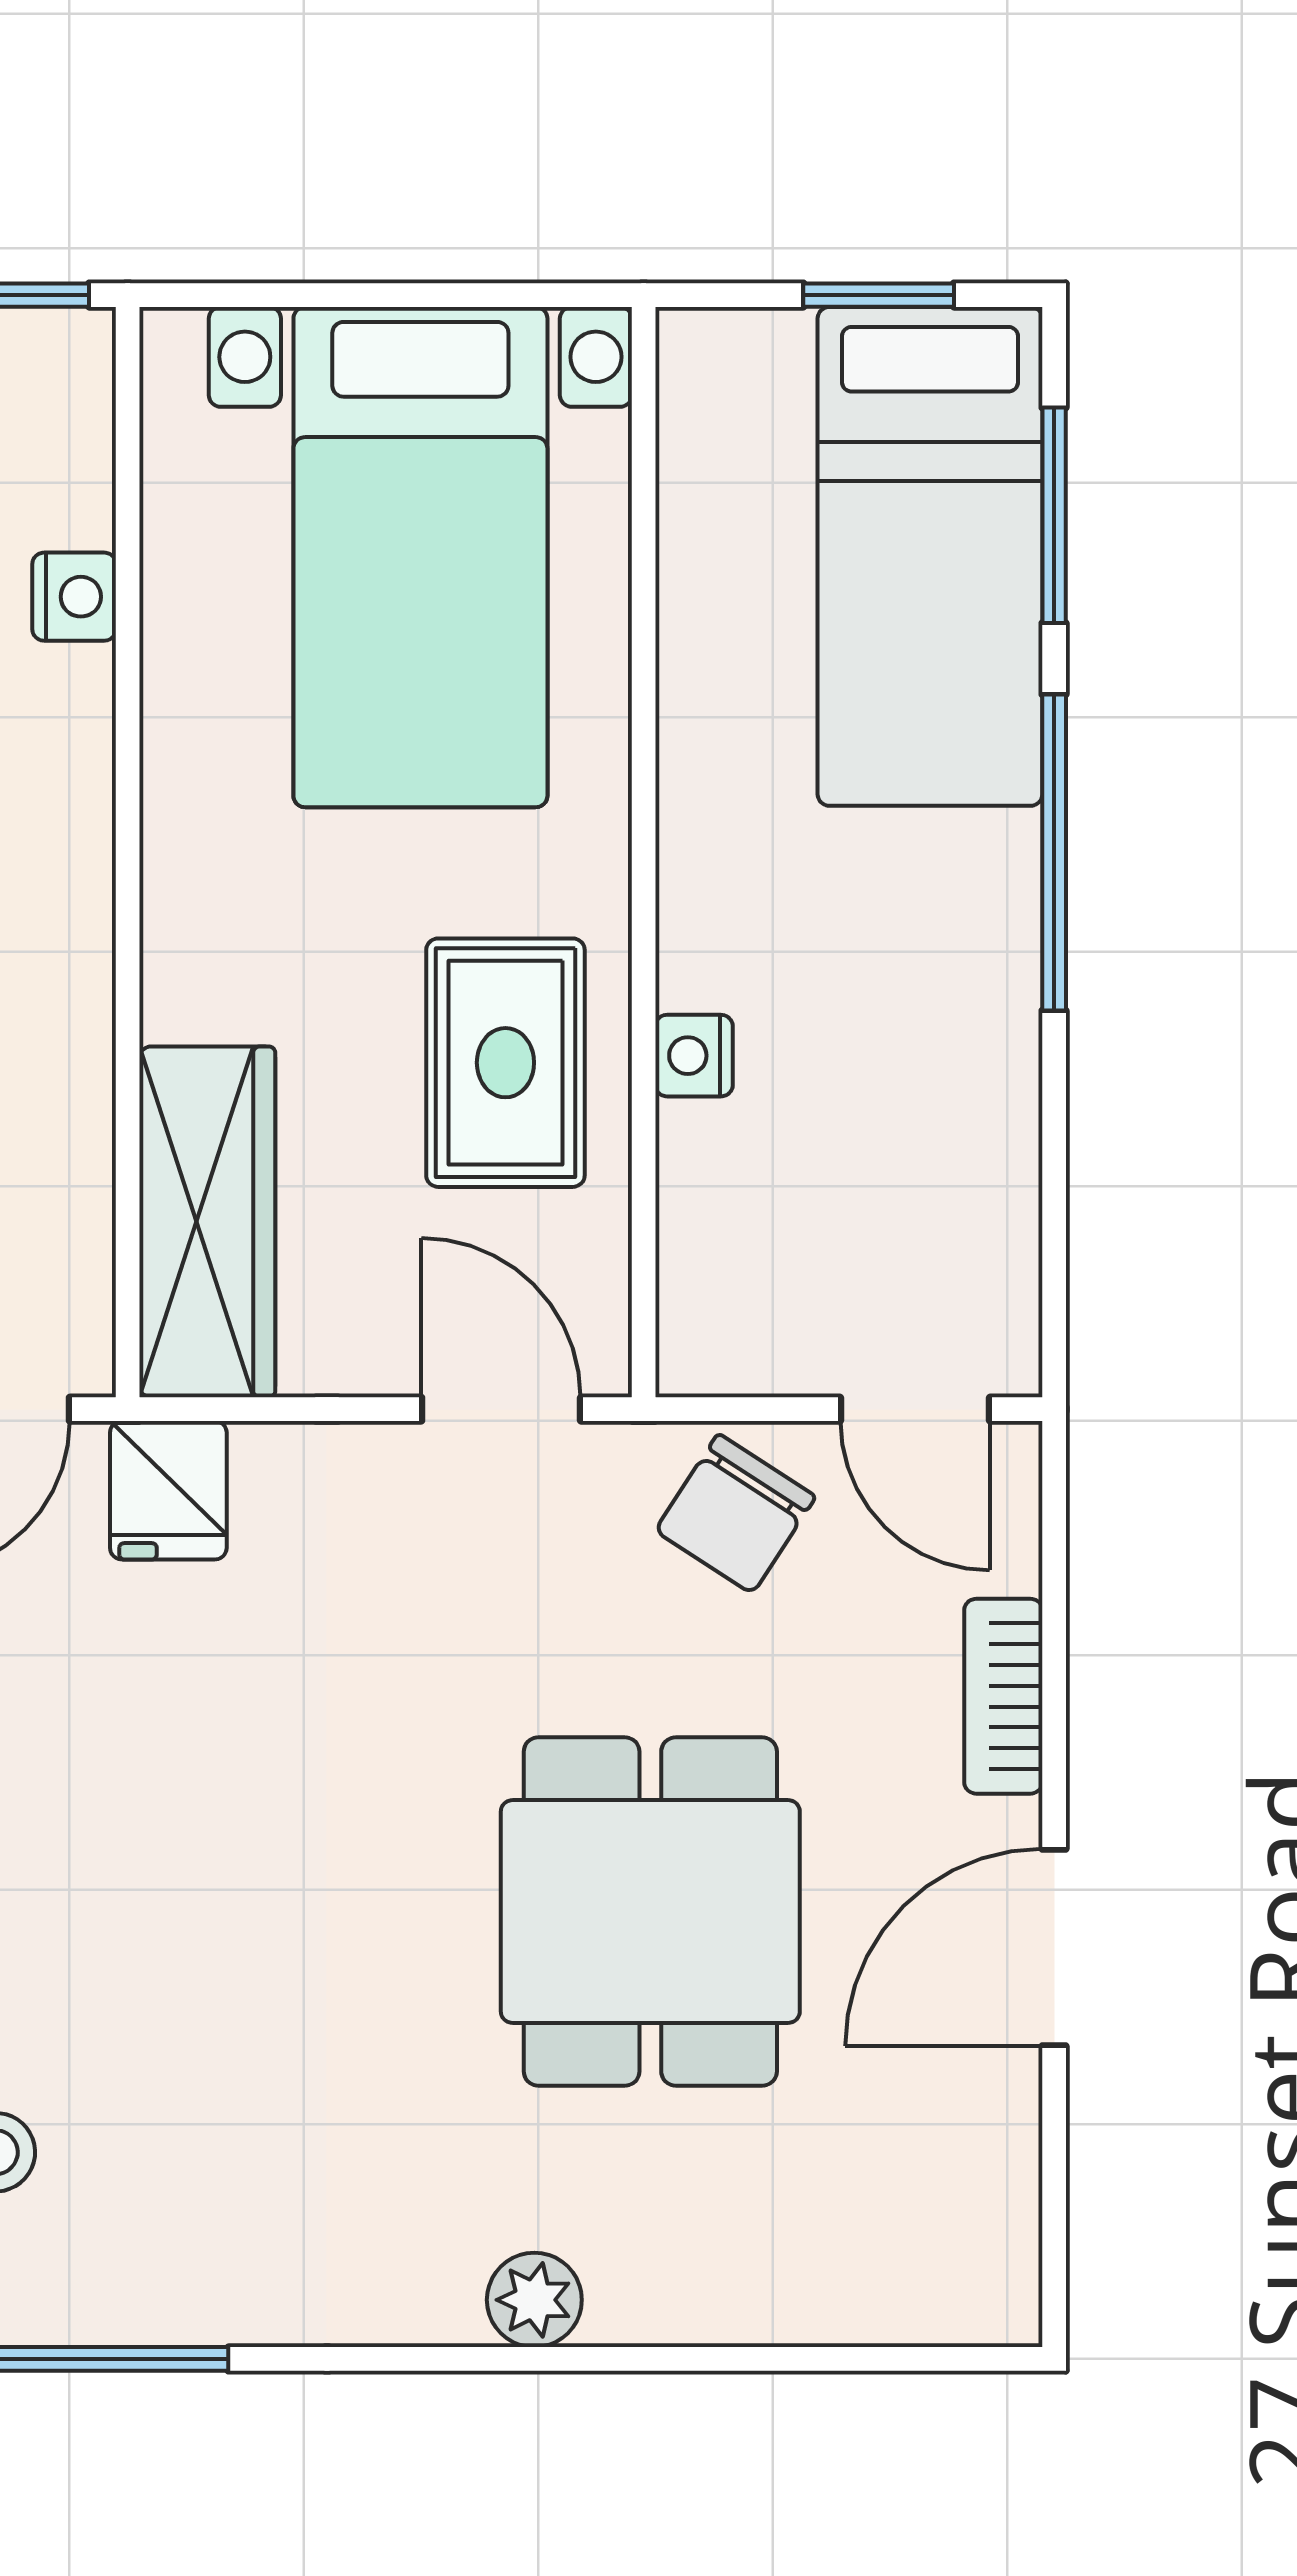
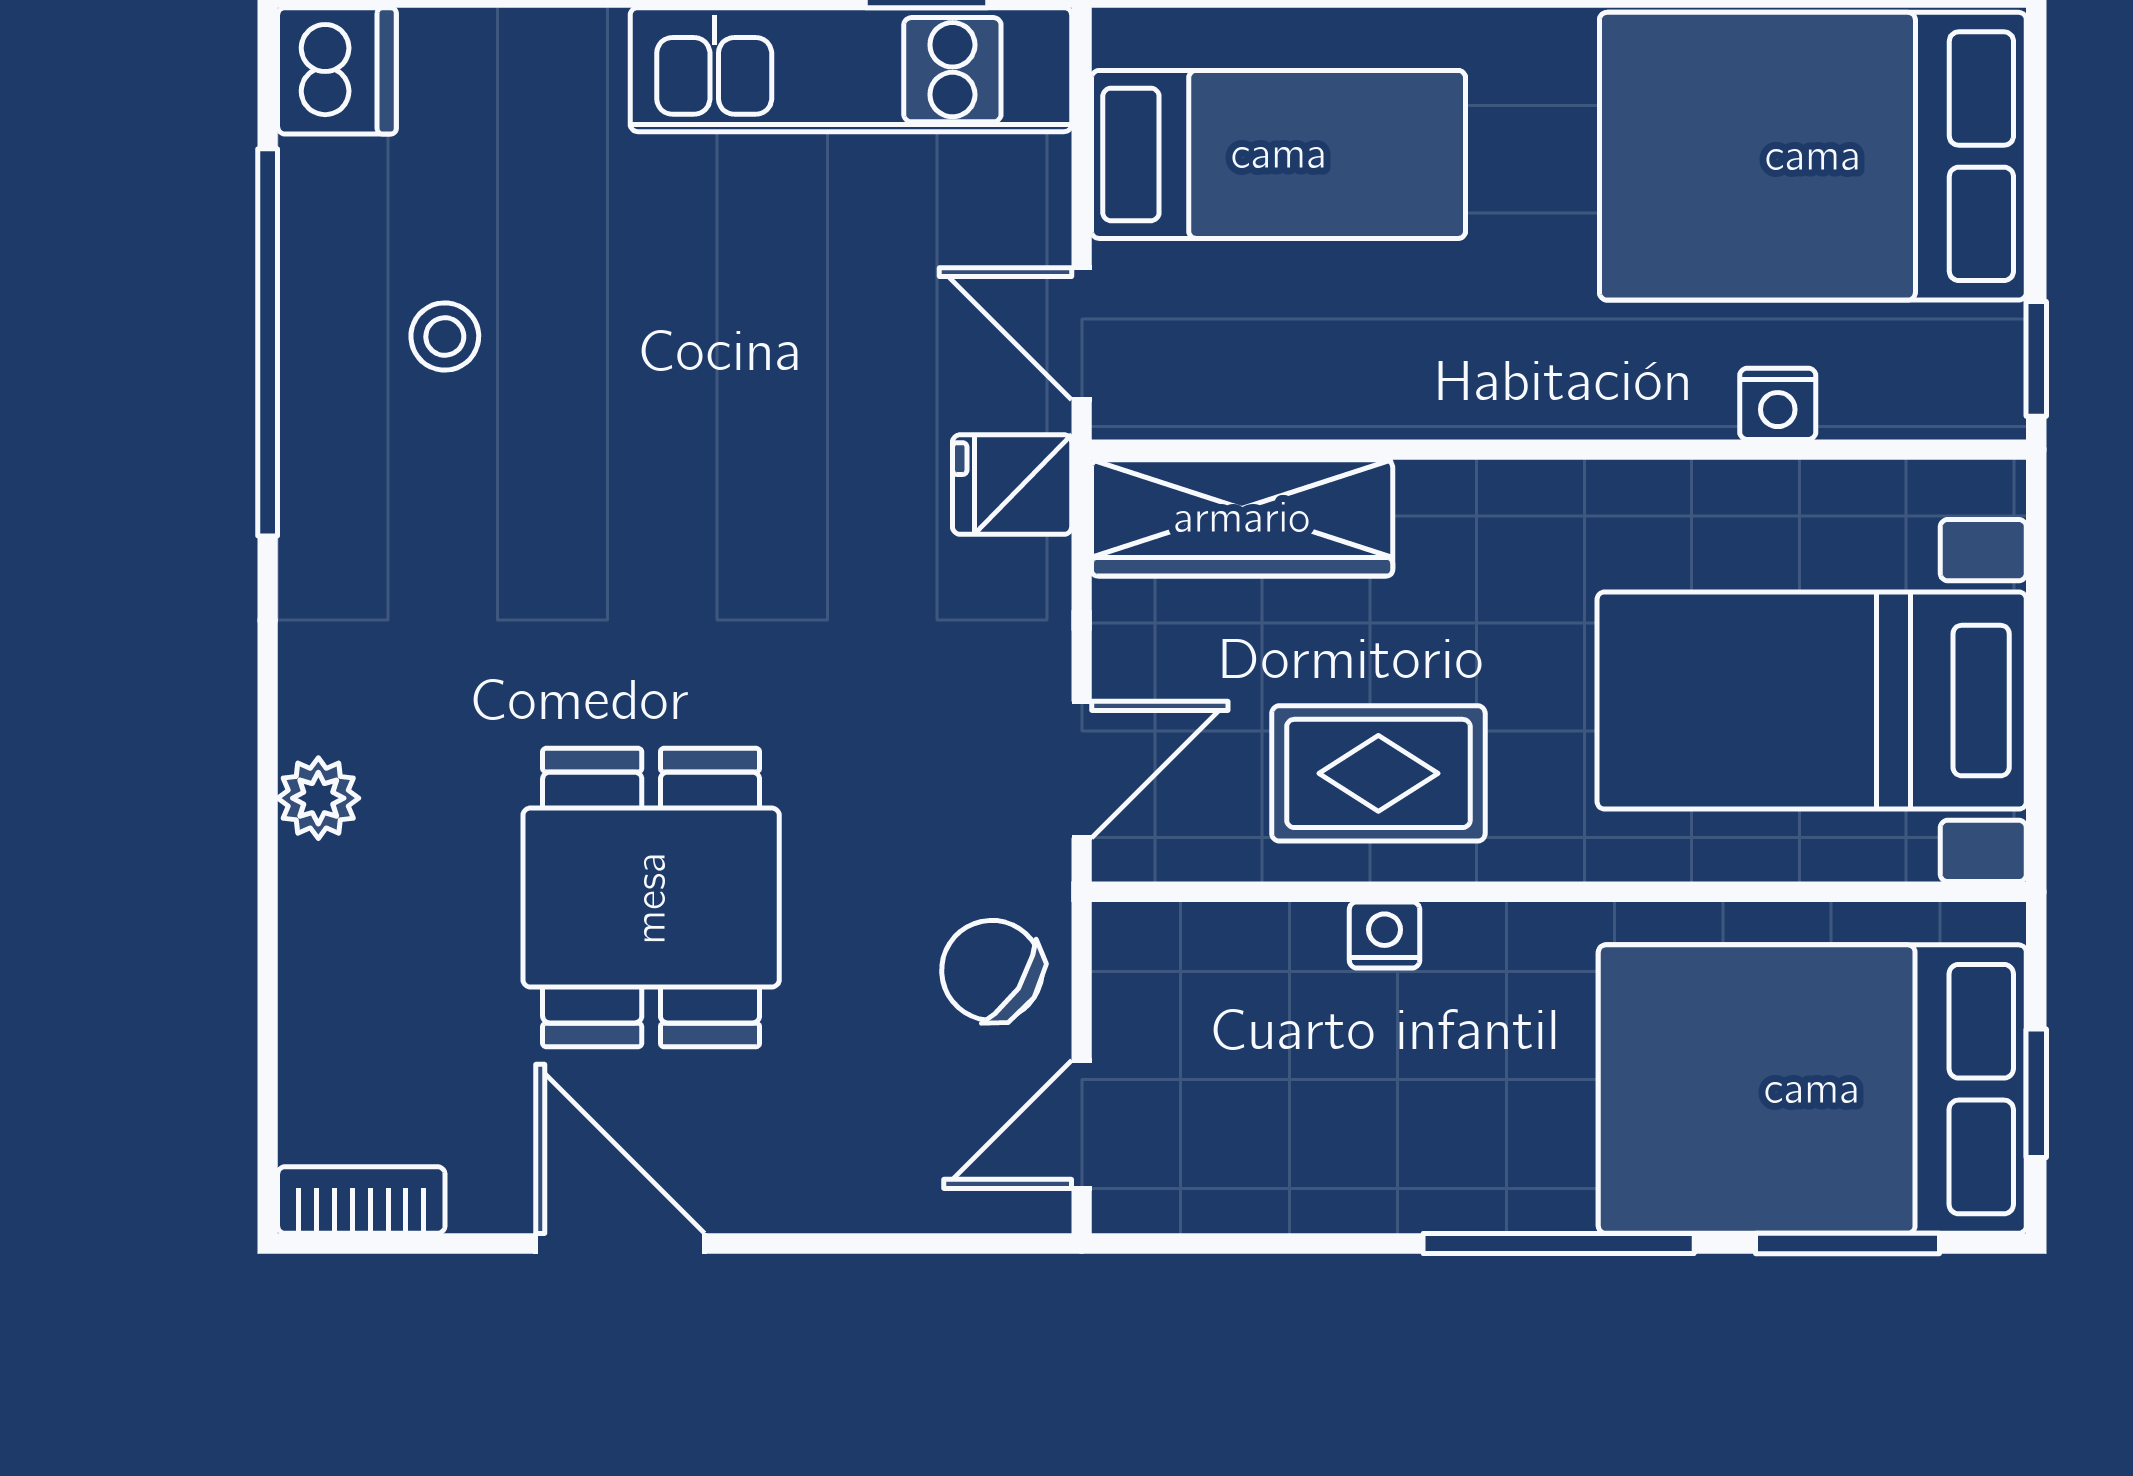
bed: (930, 556) -> (1812, 1089), width x1.50
bookcase: (1003, 1696) -> (361, 1200), moved
dining table: (650, 1911) -> (651, 898), turned 90

